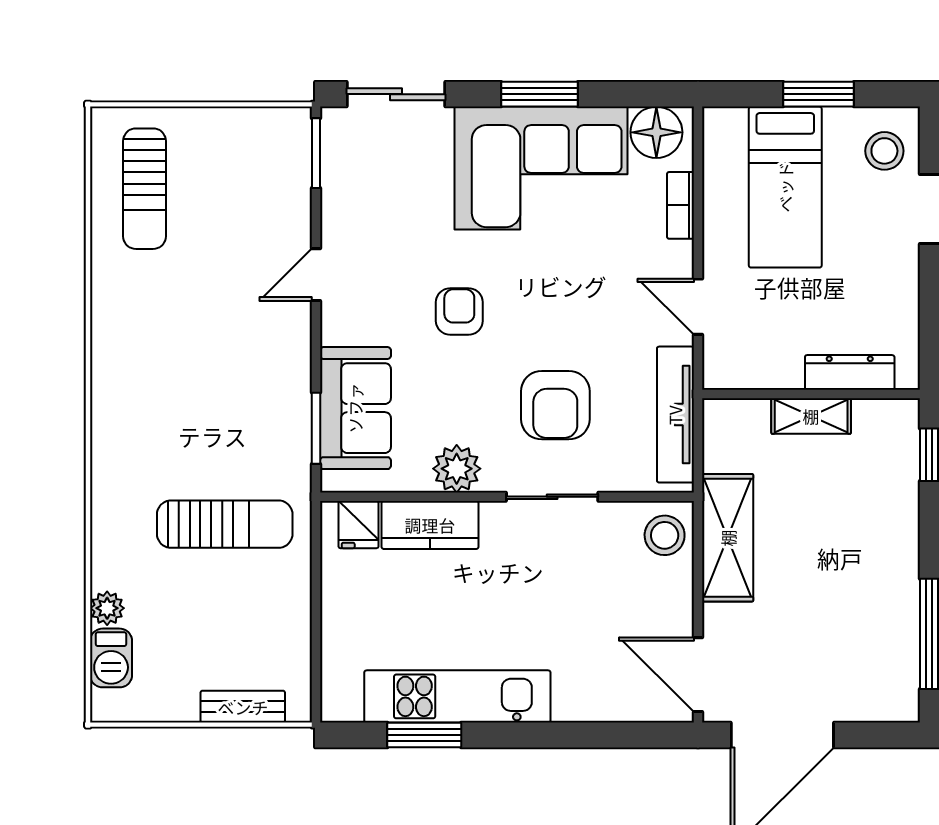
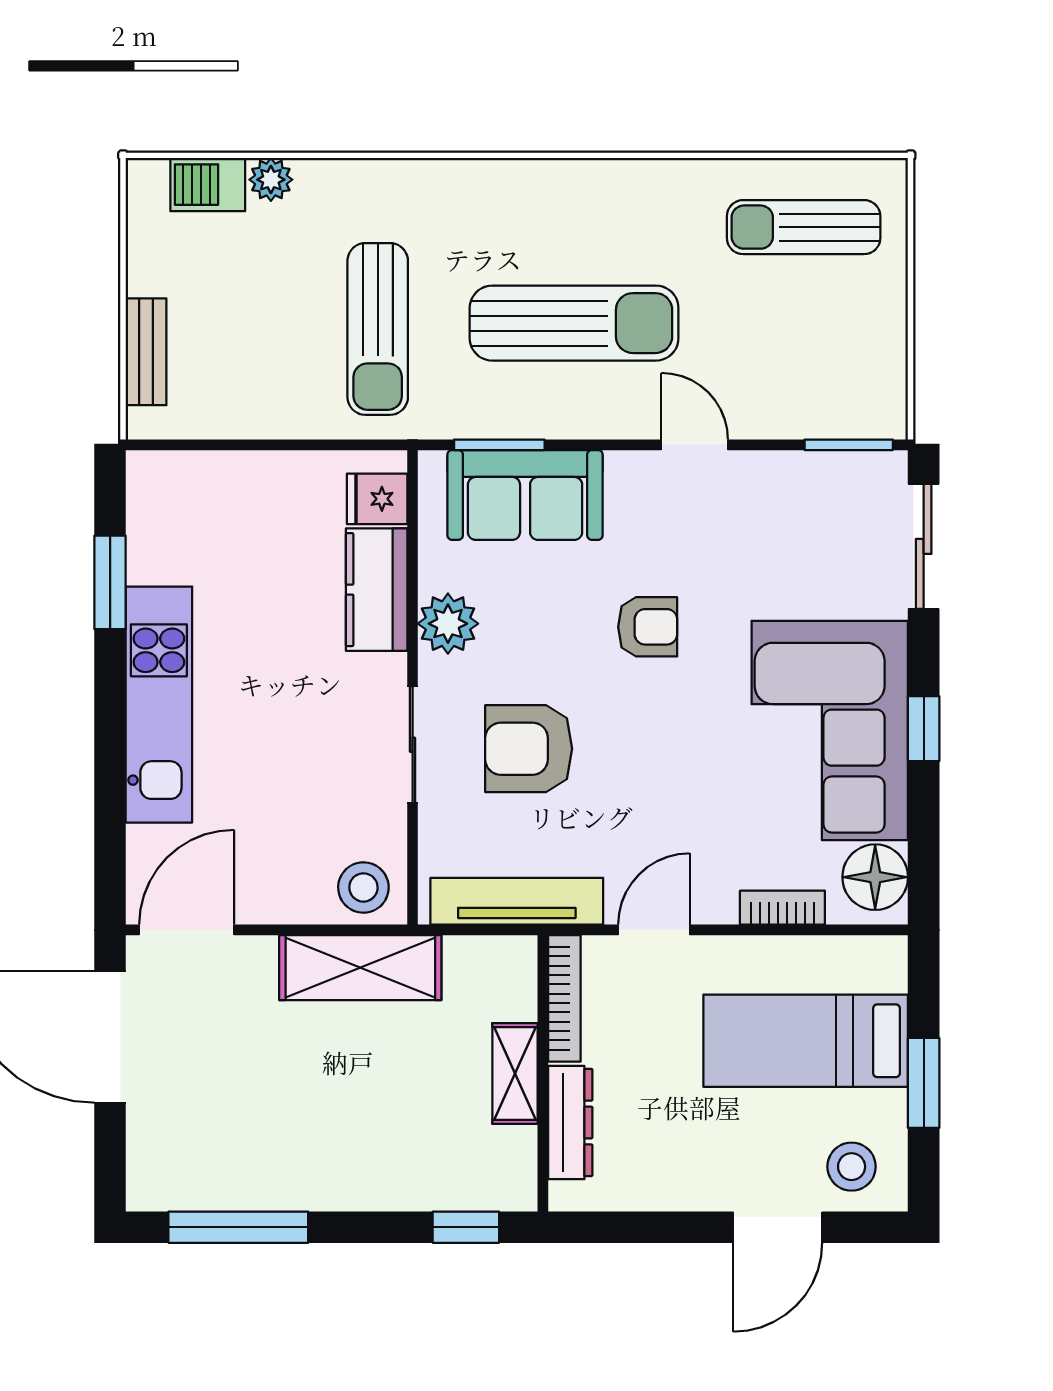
window: (539, 94) -> (924, 729), width x0.67
sun lounger: (220, 369) -> (574, 323), added
bookcase: (752, 377) -> (564, 998), added
kitchen unit: (457, 696) -> (159, 705), moved

